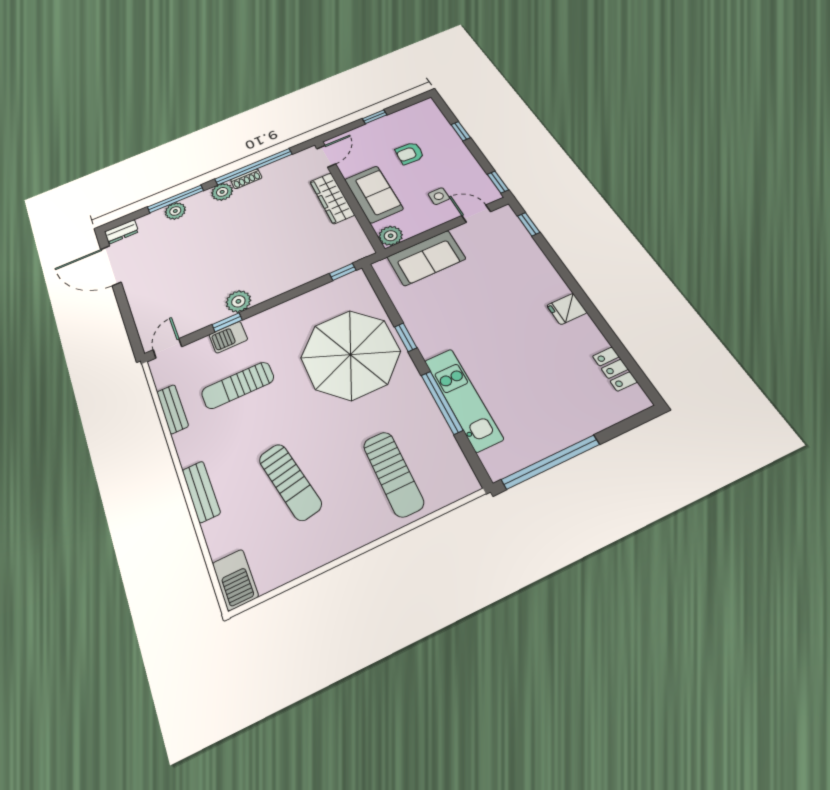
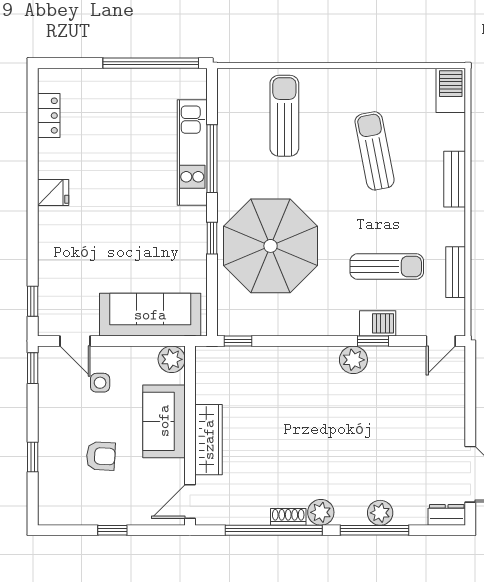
sofa: (426, 258) -> (150, 315), width x1.36

